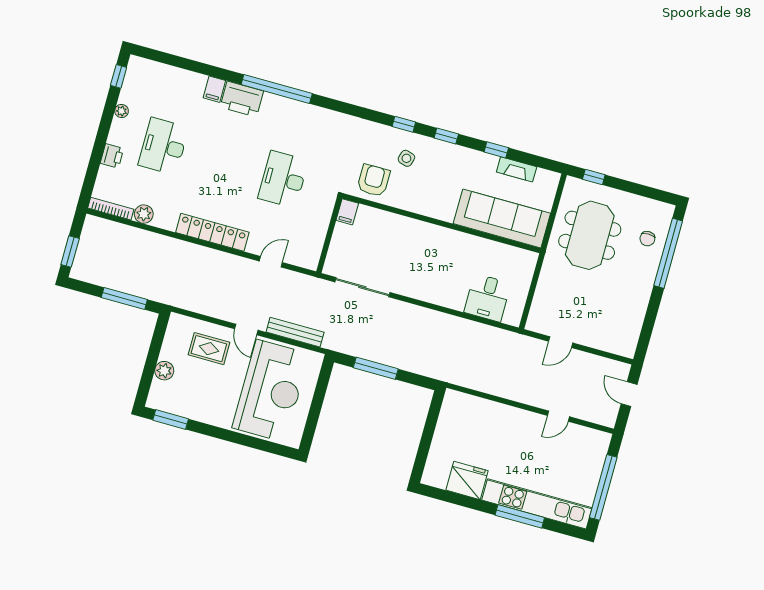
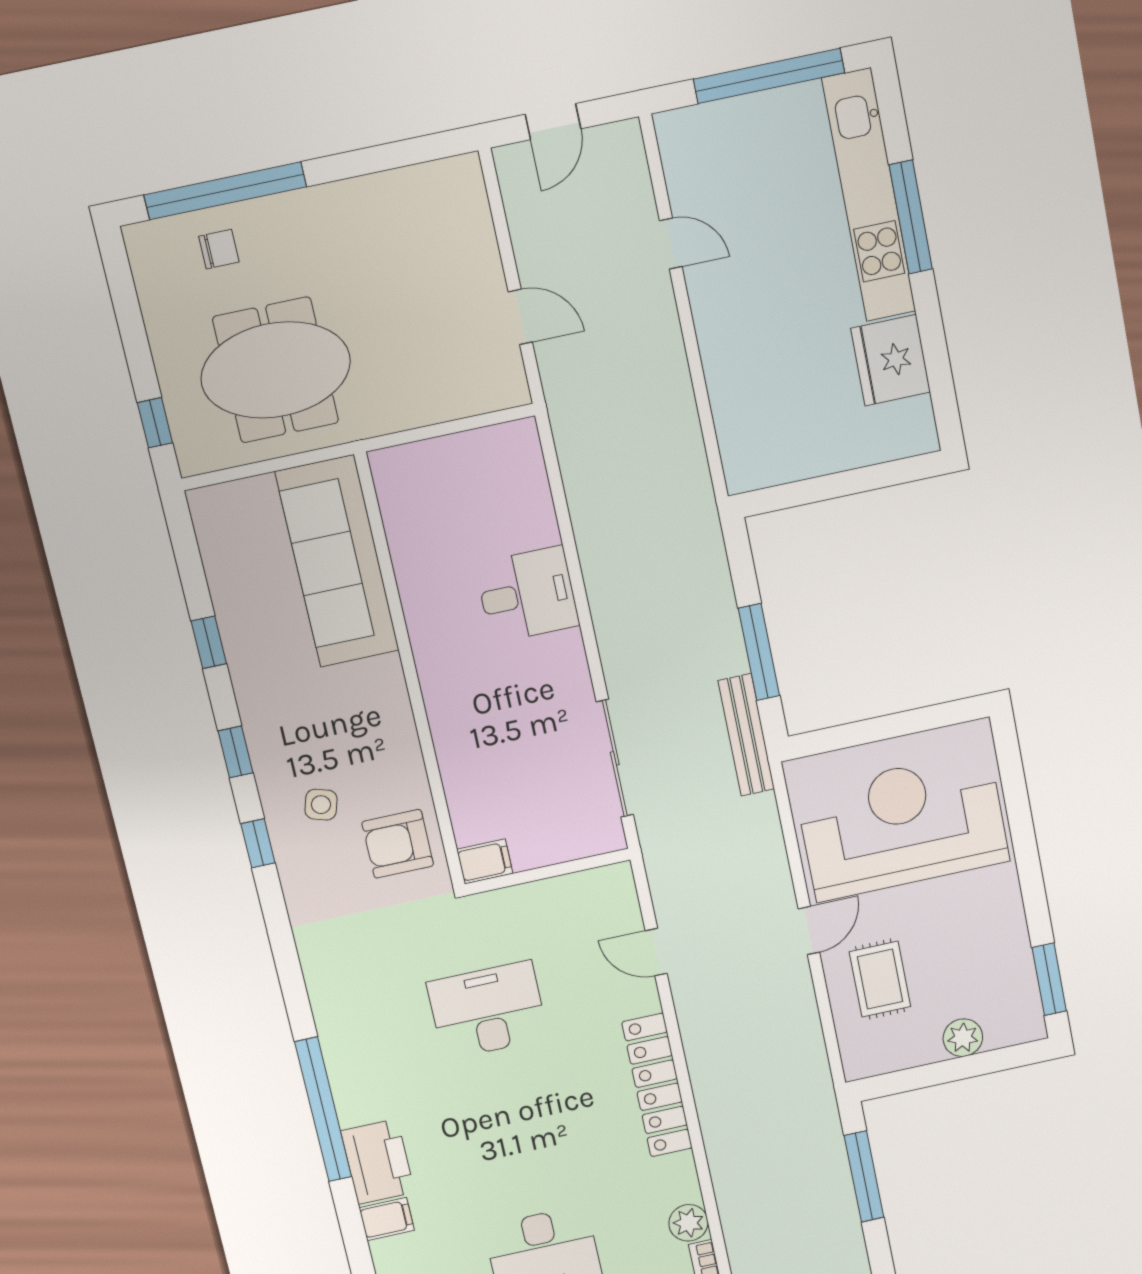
fireplace: (517, 169) -> (225, 583), removed
desk: (283, 179) -> (488, 1010), turned 180
desk: (487, 298) -> (527, 594), moved
bench: (295, 332) -> (746, 735), moved

